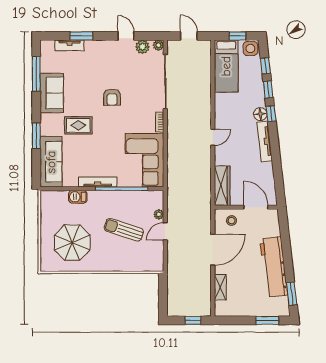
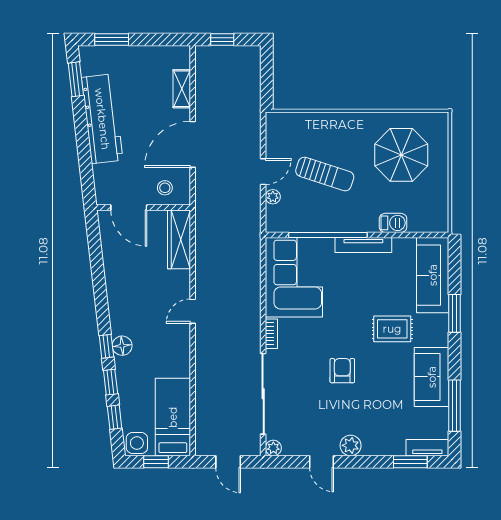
window: (81, 36) -> (410, 462), moved
tv unit: (69, 45) -> (427, 448), moved
plant: (142, 47) -> (351, 445), moved
tv unit: (265, 142) -> (116, 305), removed

